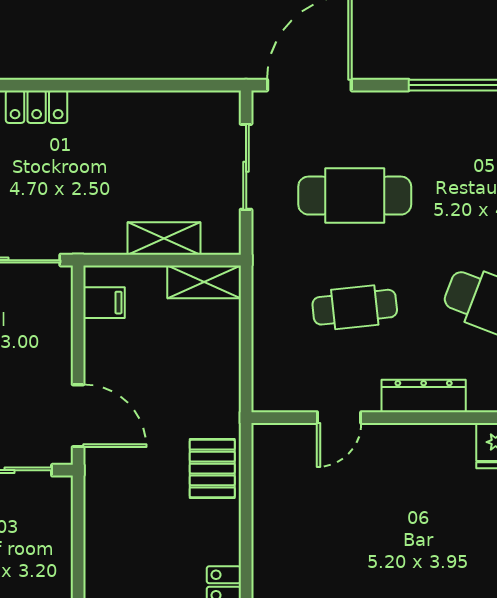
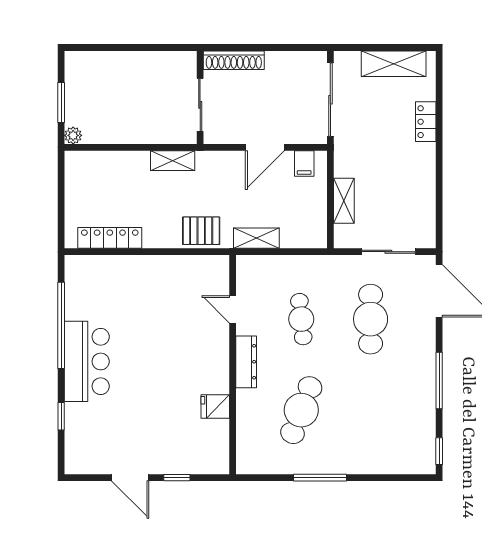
shelving: (204, 282) -> (256, 238), moved, turned 90
door: (78, 416) -> (265, 147), moved
shelving: (99, 515) -> (173, 161), added

